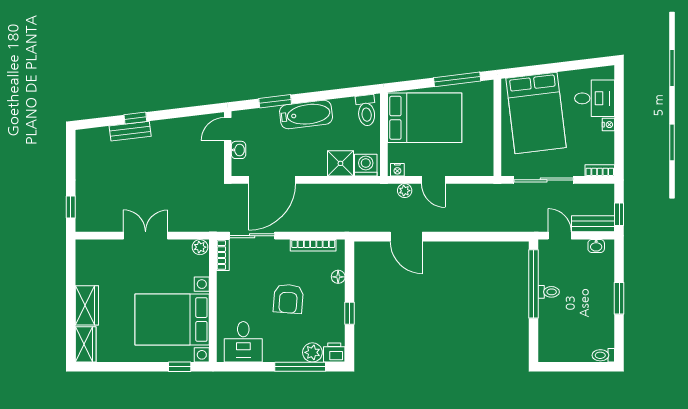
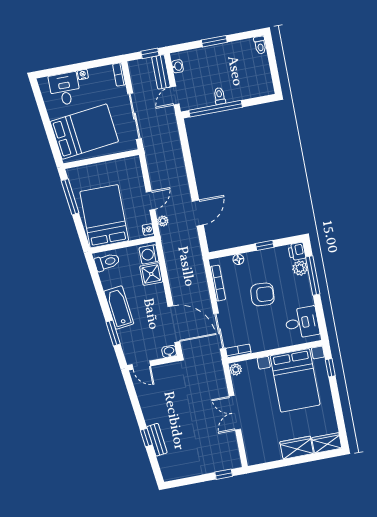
washbasin: (239, 150) -> (169, 351), moved

